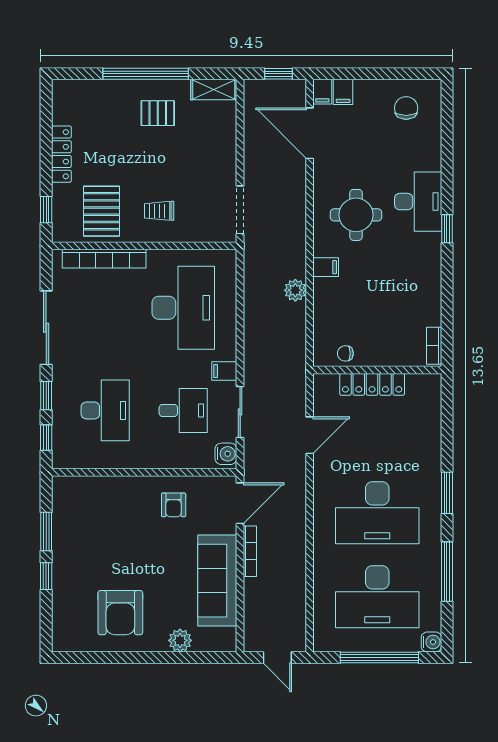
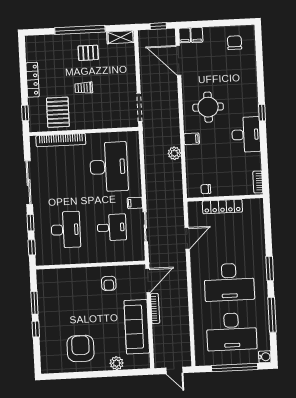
desk: (418, 202) -> (246, 135), moved
trolley: (159, 211) -> (84, 88), moved
water cooler: (226, 454) -> (138, 252), removed
armchair: (120, 613) -> (81, 348), turned 180

